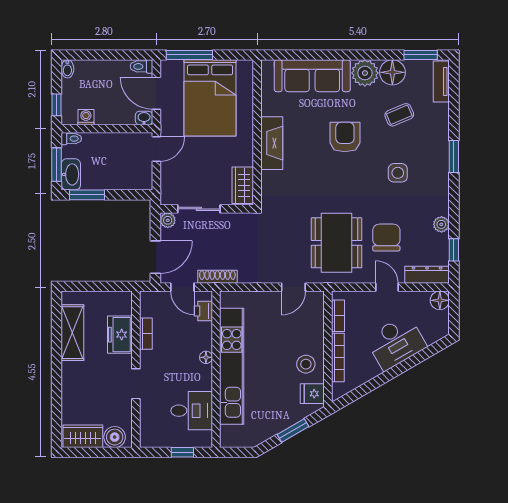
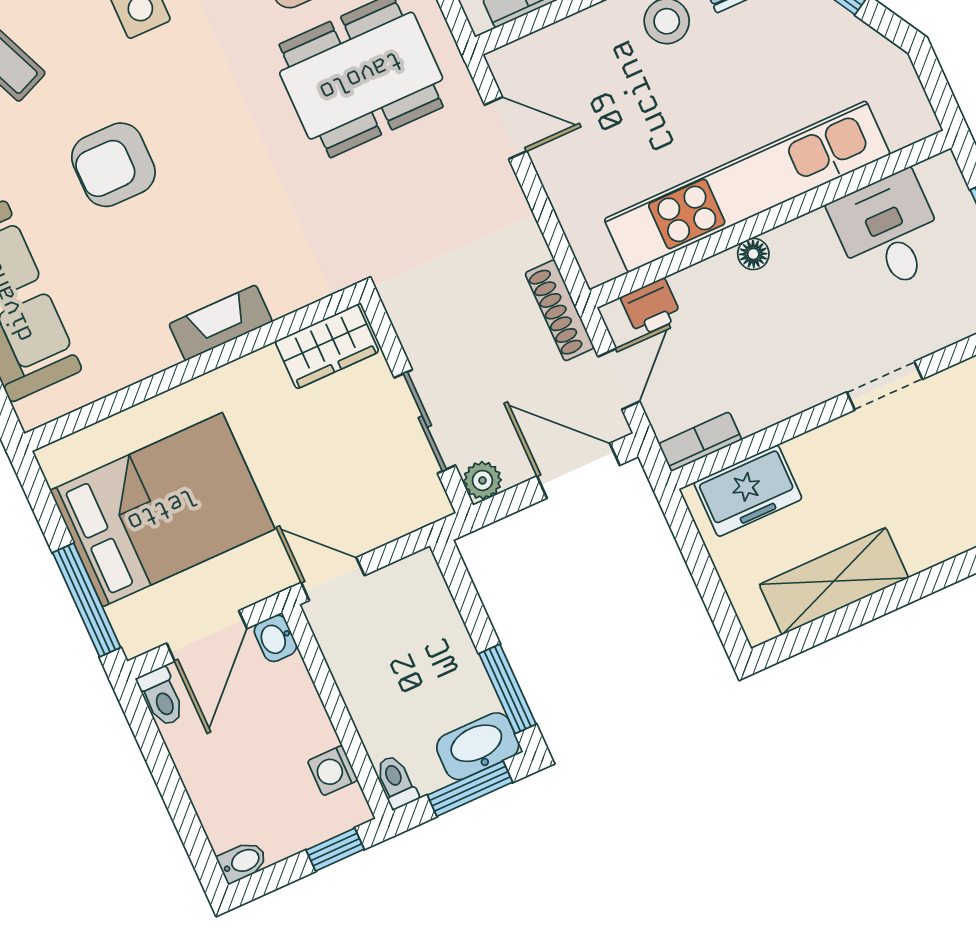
fireplace: (272, 143) -> (221, 323), width x0.73, depth x0.76
bookcase: (146, 334) -> (700, 442), moved
freezer: (120, 335) -> (748, 491), moved

